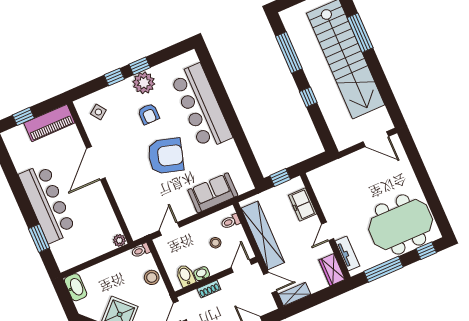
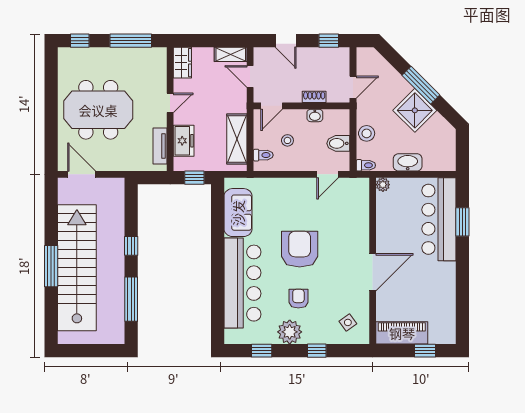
window: (360, 33) -> (51, 266), moved
window: (140, 66) -> (262, 351), moved
armchair: (166, 156) -> (300, 249), turned 74
sofa: (213, 193) -> (238, 213), moved, turned -90
bar counter: (47, 203) -> (439, 219), moved
meeting table: (401, 224) -> (98, 110), moved
shelving: (263, 235) -> (237, 139), width x0.68
tv unit: (347, 254) -> (160, 146), moved
bidet: (185, 276) -> (338, 143), moved, turned 90
washbasin: (76, 287) -> (408, 162), moved, turned 90

